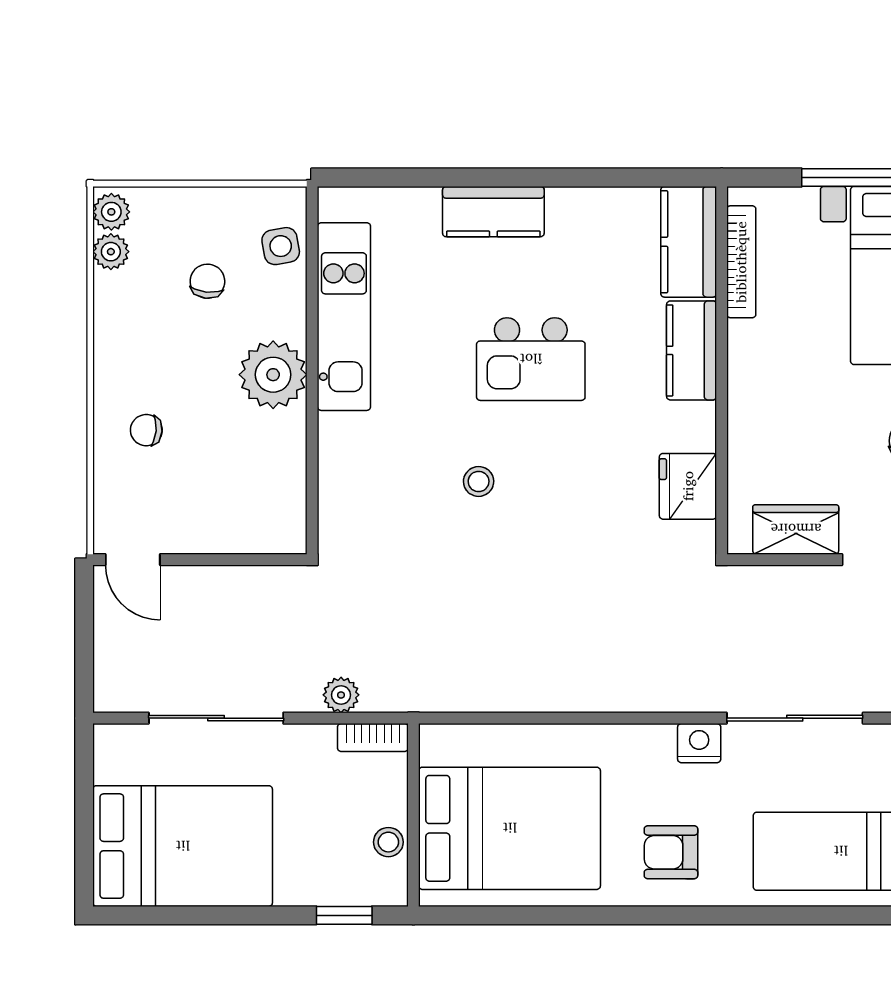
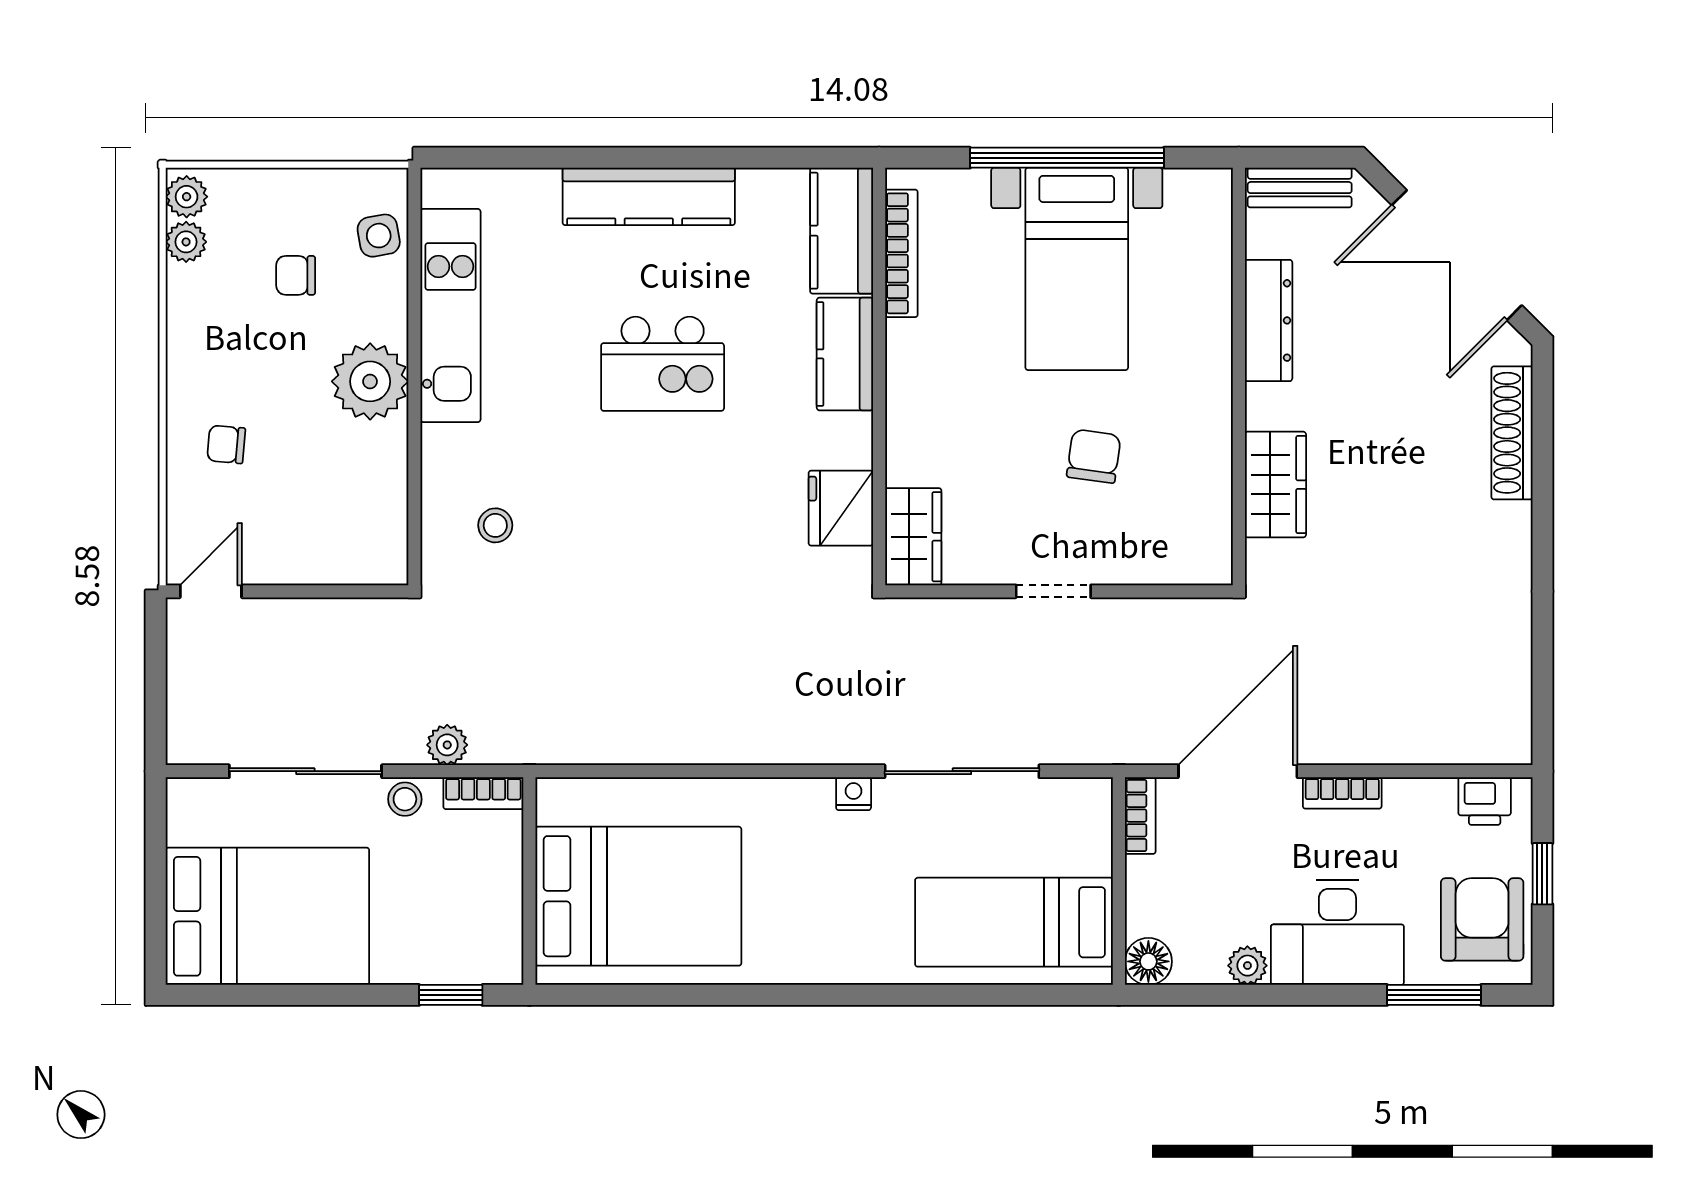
kitchen counter: (493, 212) -> (649, 196), width x1.50
chair: (207, 281) -> (296, 275), turned -96
stool: (479, 481) -> (495, 525), moved
wardrobe: (796, 529) -> (913, 537), moved, turned 90
door: (133, 560) -> (211, 591), swing flipped
nightstand: (699, 743) -> (854, 794), width x0.72, depth x0.74
stool: (388, 842) -> (405, 799), moved
armchair: (671, 852) -> (822, 923), removed

